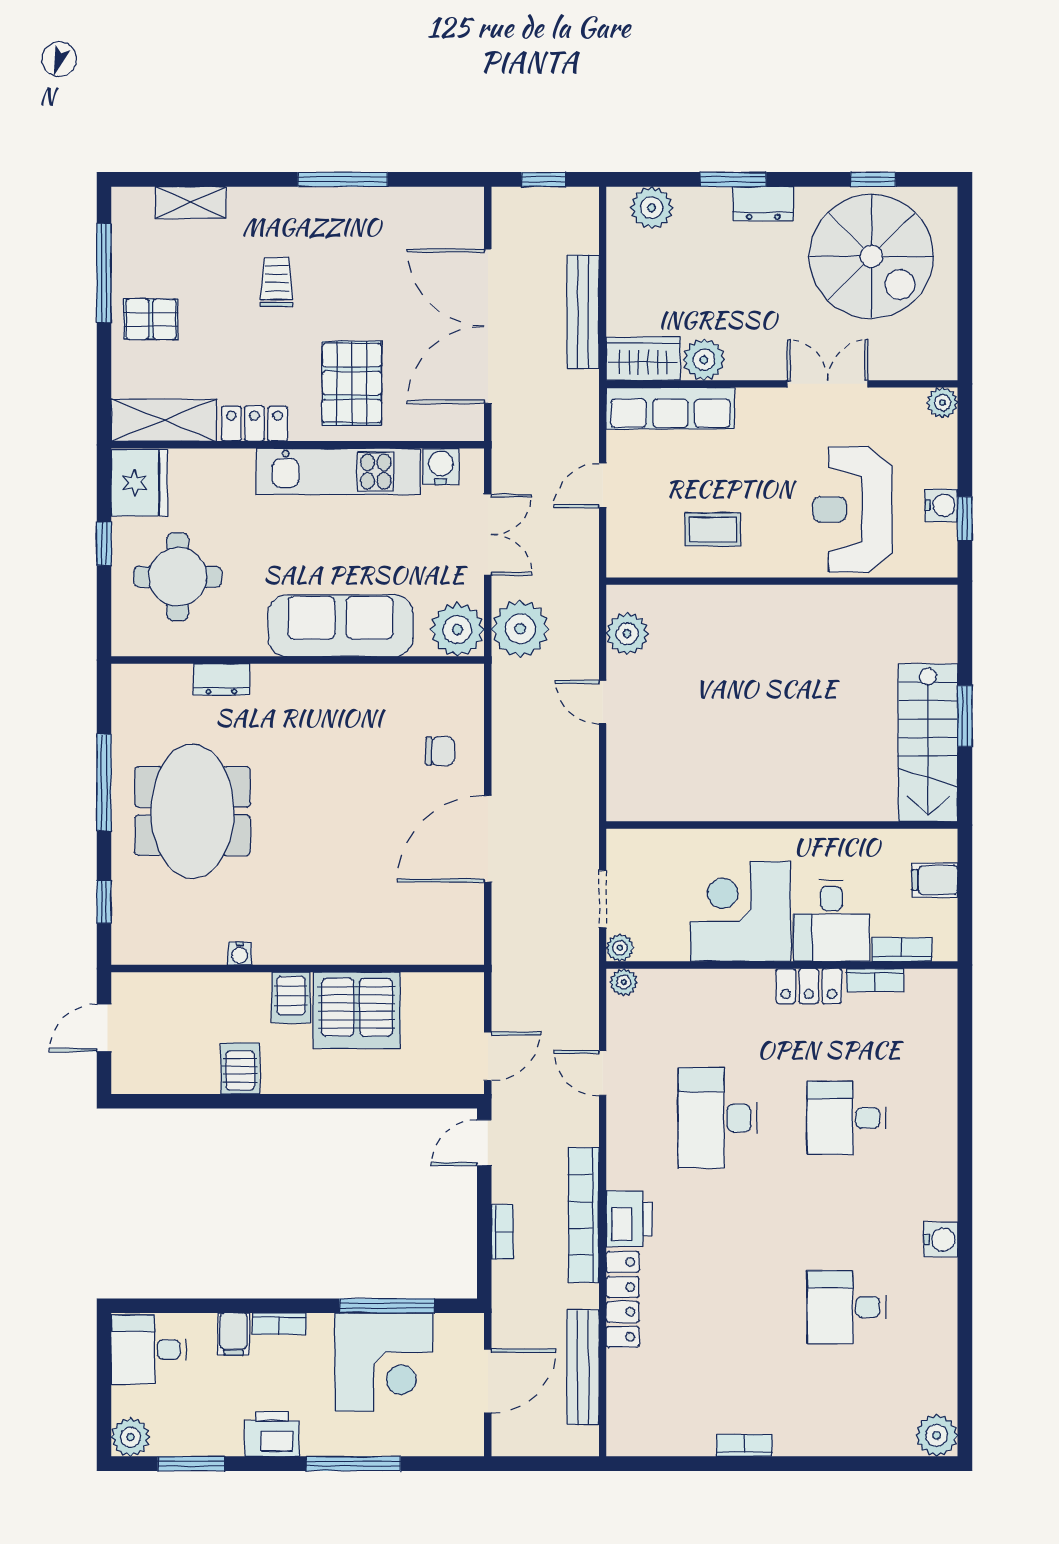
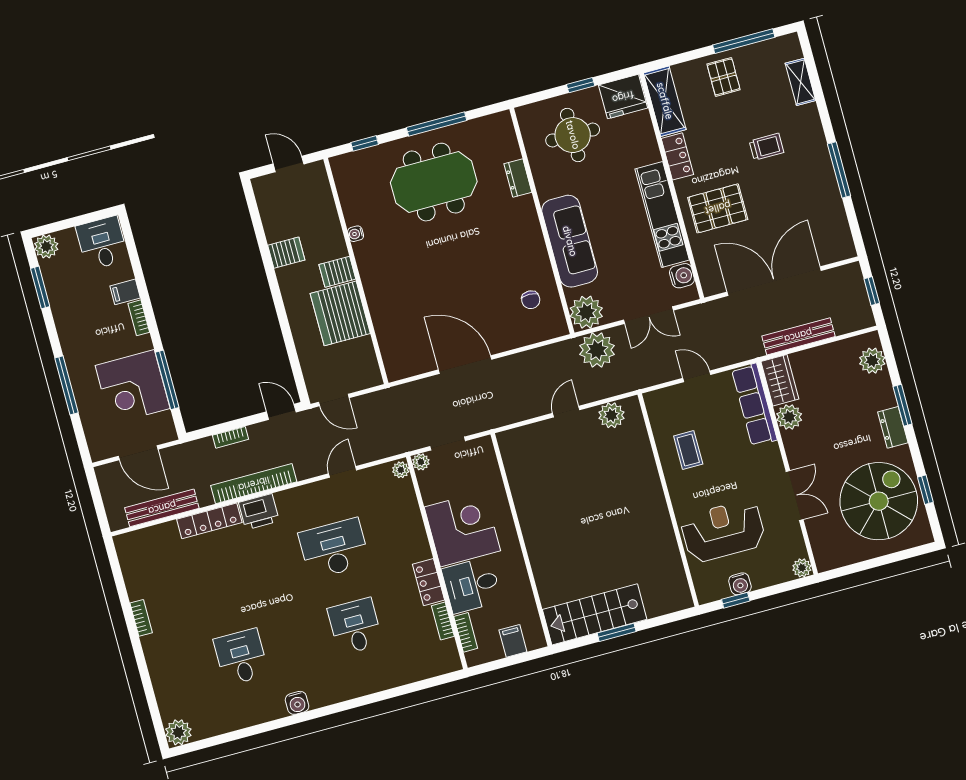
spiral stairs: (871, 256) -> (879, 501), turned 180
chair: (440, 751) -> (531, 300), moved
printer: (272, 1434) -> (71, 331), removed

